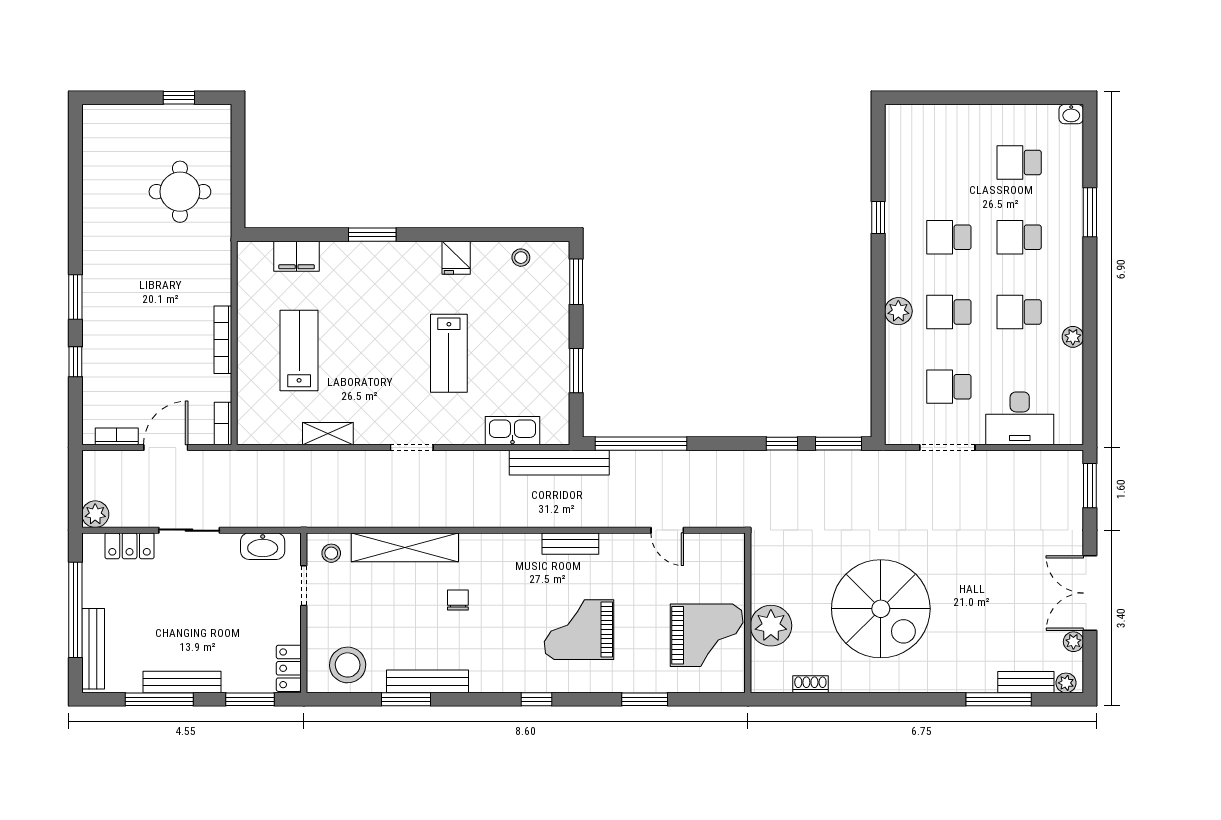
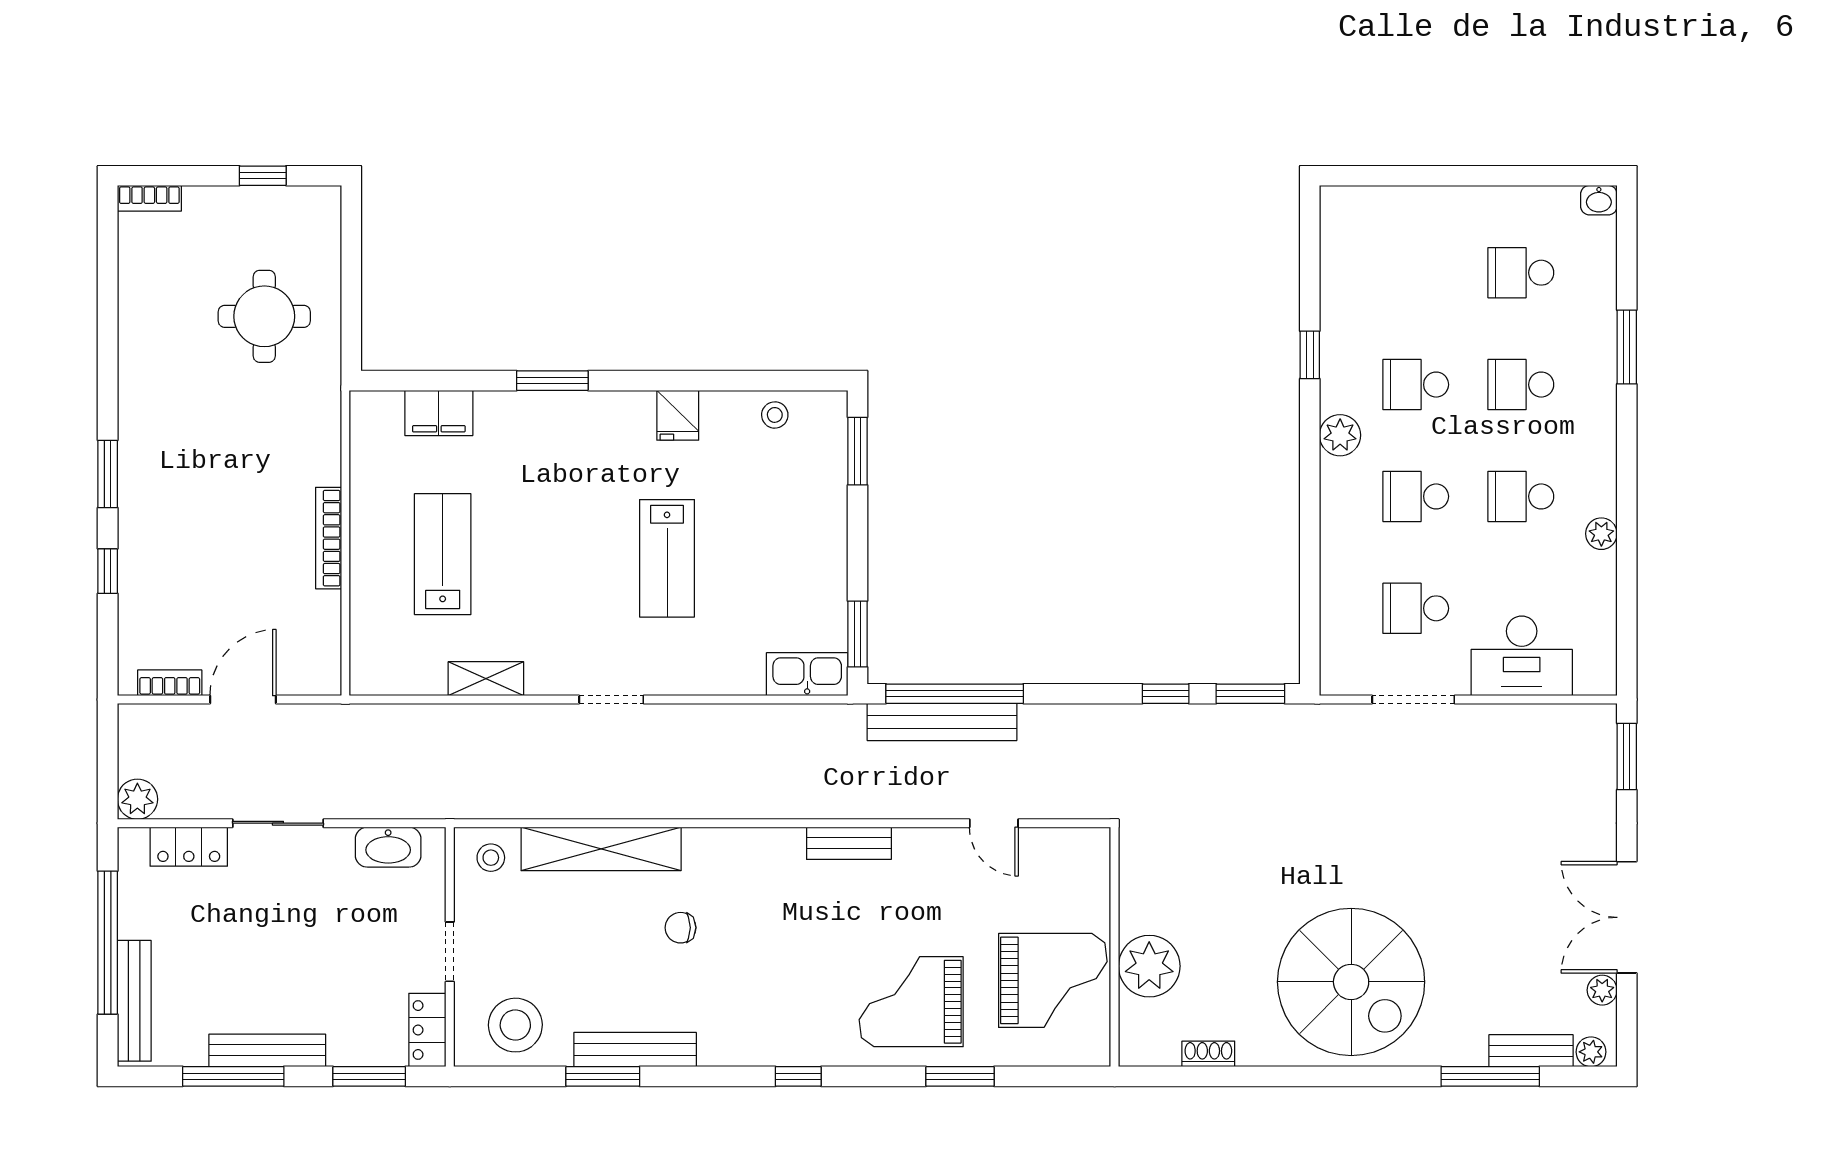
plant: (898, 311) -> (1340, 435), moved
window: (576, 371) -> (858, 634), moved
bookcase: (223, 424) -> (149, 198), moved, turned -90
kitchen sink: (512, 431) -> (807, 674), moved
bench: (559, 463) -> (942, 722), moved
doorway: (304, 586) -> (450, 952), moved
chair: (458, 600) -> (681, 928), turned -90
spiral stairs: (881, 609) -> (1351, 982), moved
grand piano: (579, 630) -> (911, 1002), moved

